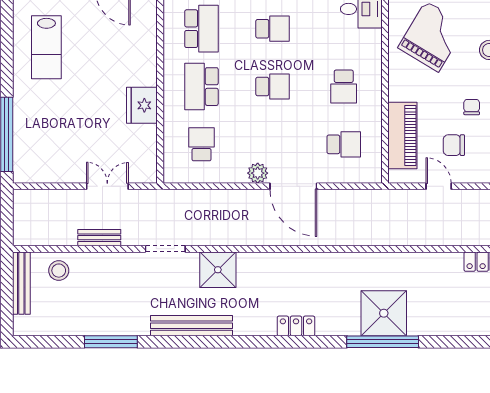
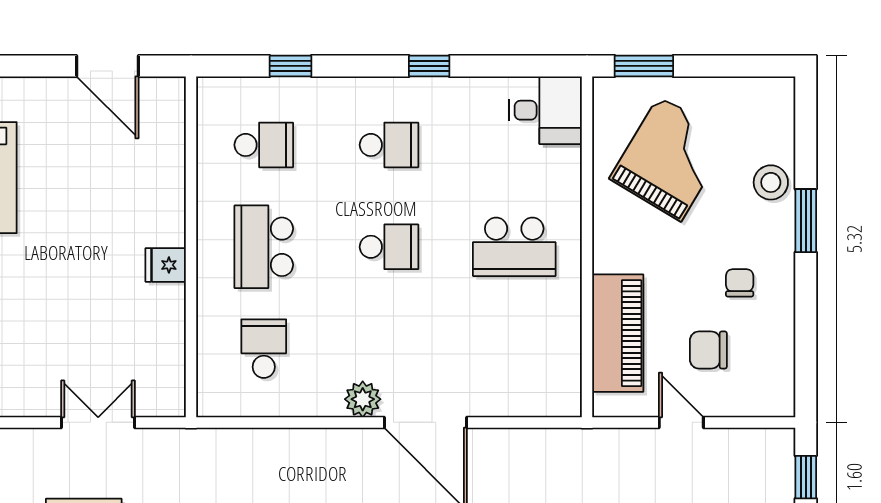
school desk: (201, 29) -> (264, 145), width x0.54
school desk: (344, 87) -> (514, 247), width x1.85
fridge: (142, 105) -> (166, 265), width x0.53, depth x0.75
school desk: (344, 144) -> (514, 349), removed

